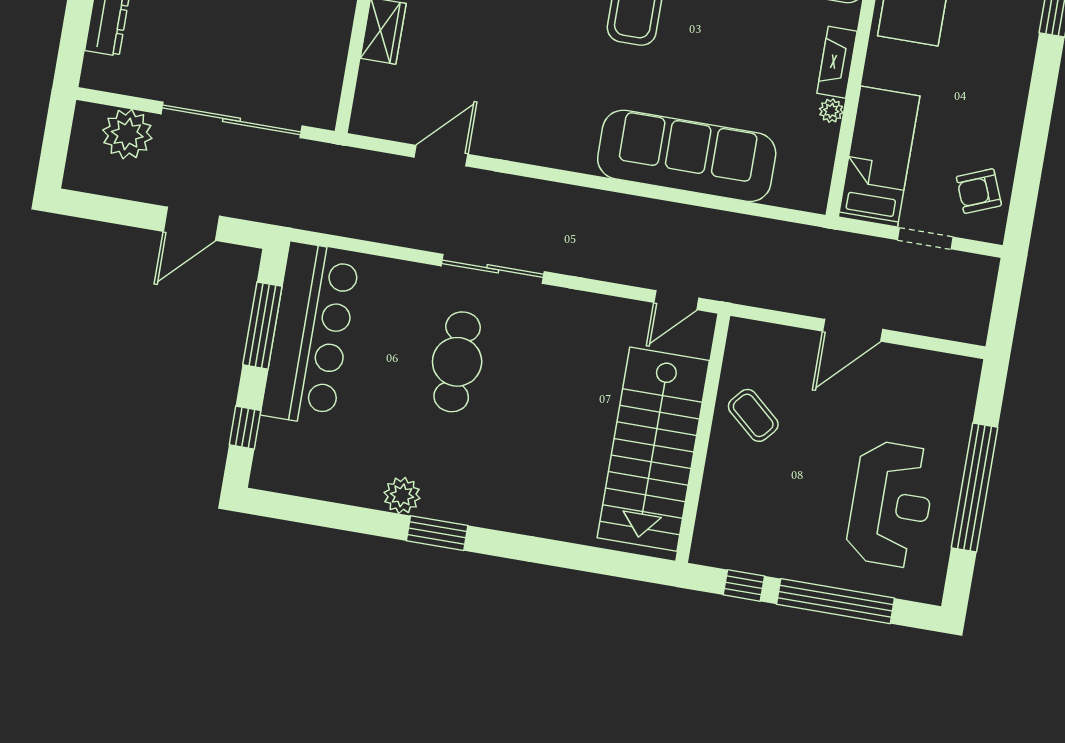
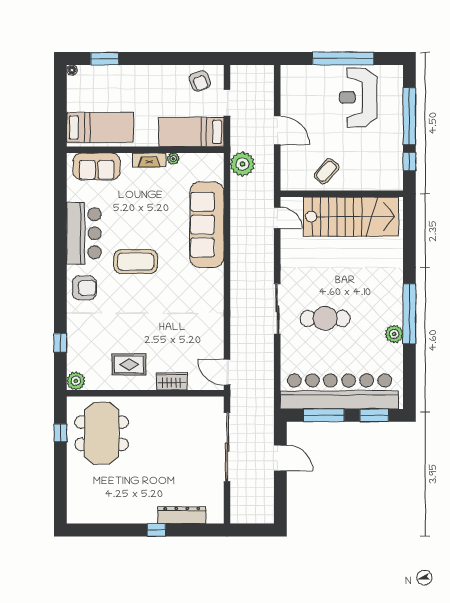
plant: (127, 134) -> (242, 164), moved
door: (441, 156) -> (227, 372), moved
bar counter: (311, 334) -> (339, 391), width x1.36
window: (245, 428) -> (374, 415), width x1.50
reception desk: (891, 504) -> (358, 97), turned -90
window: (437, 533) -> (409, 314), width x2.11

